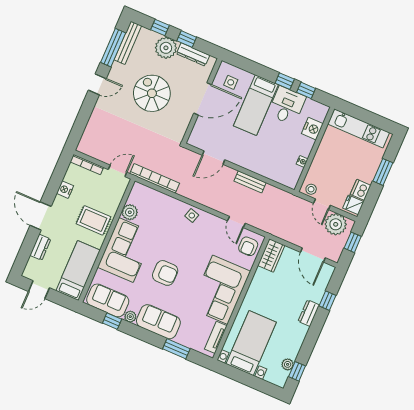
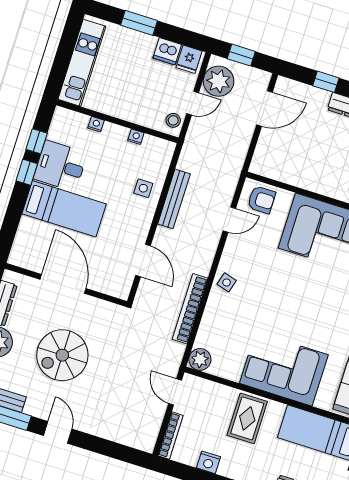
side table: (231, 82) -> (143, 188), moved
nightstand: (312, 129) -> (96, 124), width x0.53, depth x0.56
bookcase: (155, 178) -> (190, 309), moved
bench: (250, 182) -> (174, 199), width x1.36
plant: (130, 212) -> (200, 359), moved
wardrobe: (271, 255) -> (271, 166), removed
armchair: (165, 273) -> (310, 311), removed

